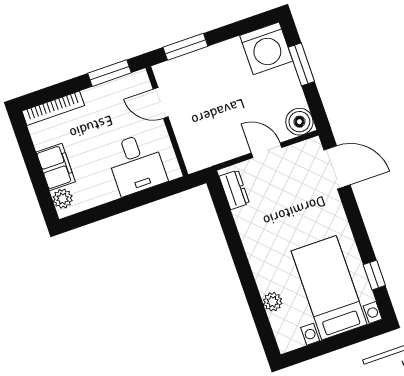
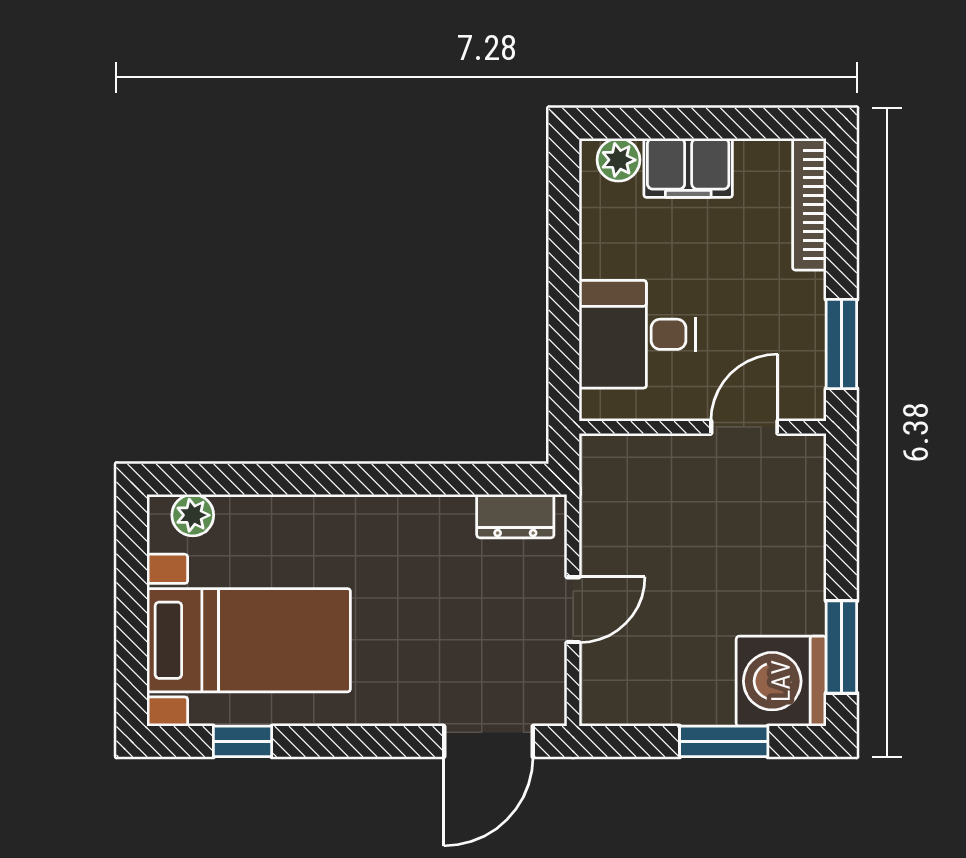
window: (185, 47) -> (841, 647), moved
boiler: (299, 122) -> (608, 697), removed
plant: (273, 302) -> (193, 515), moved

